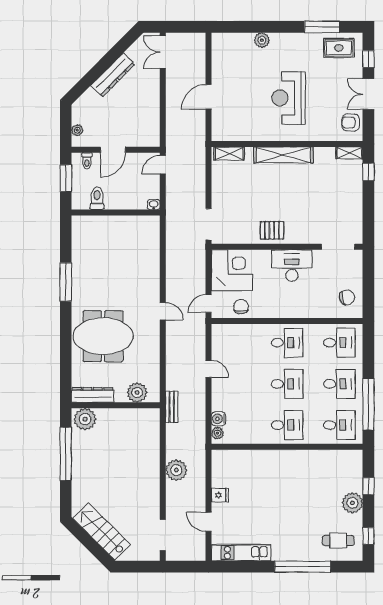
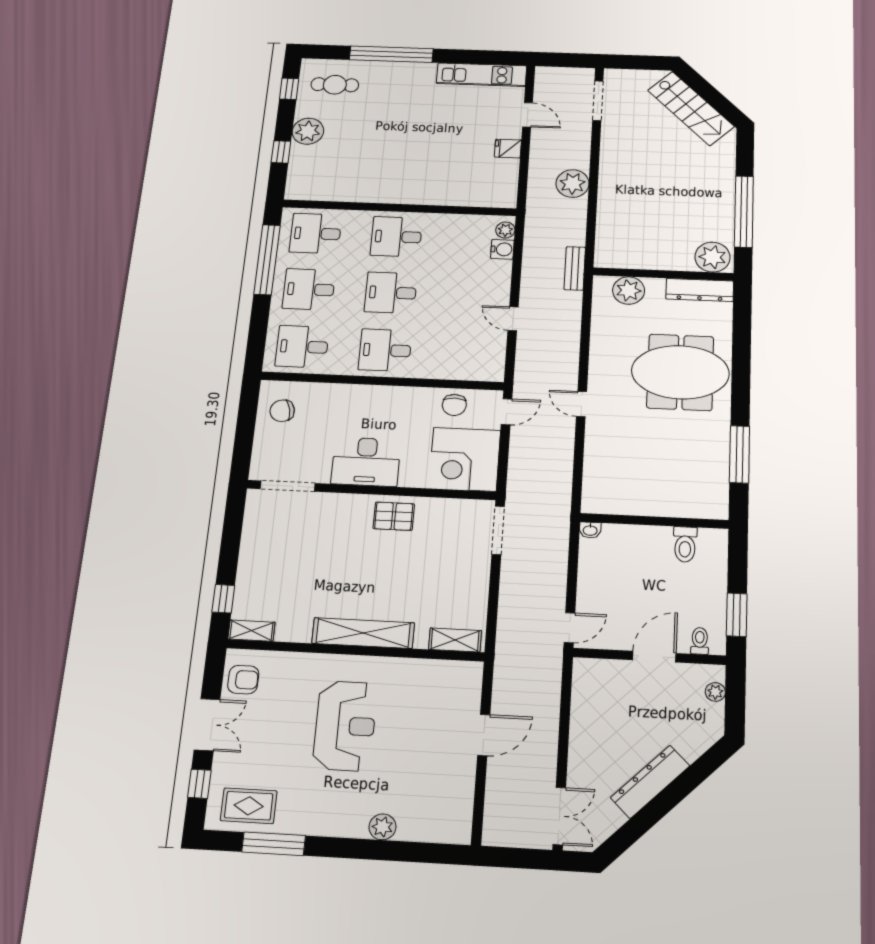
toilet: (97, 198) -> (685, 544), moved
washbasin: (154, 205) -> (590, 530), moved
wall: (116, 213) -> (654, 521), moved

